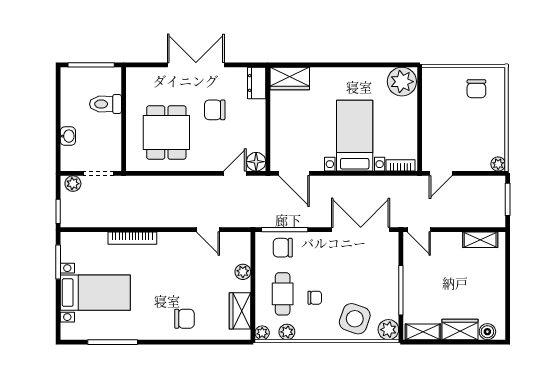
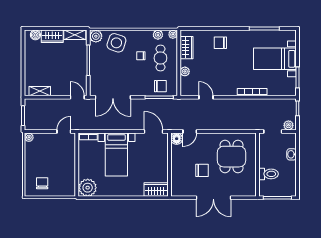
dresser: (257, 83) -> (176, 187), removed

